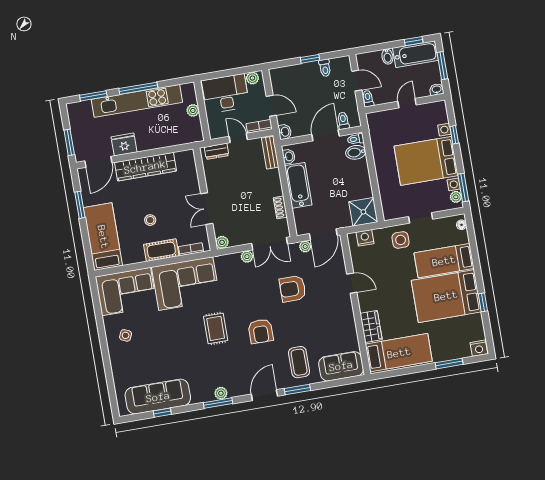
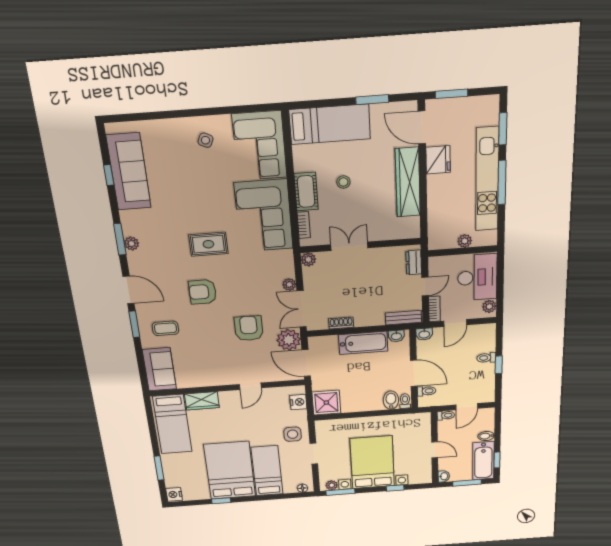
toilet: (325, 68) -> (486, 358), moved
plant: (305, 246) -> (289, 340), width x1.87, depth x1.87
coffee table: (299, 362) -> (165, 328), width x0.73, depth x0.77

